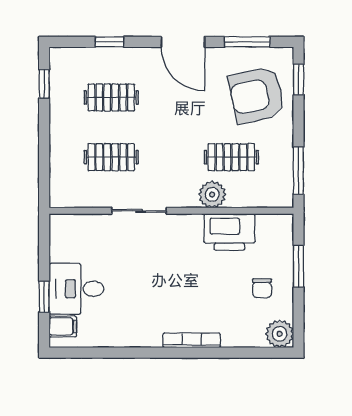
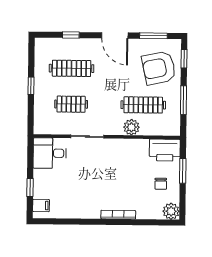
window: (44, 84) -> (31, 86), moved
clothes rail: (111, 97) -> (71, 68), width x1.36
clothes rail: (231, 157) -> (143, 105), width x1.36
window: (298, 171) -> (184, 100), moved
printer: (229, 232) -> (165, 150), moved
desk: (76, 289) -> (50, 153), moved

